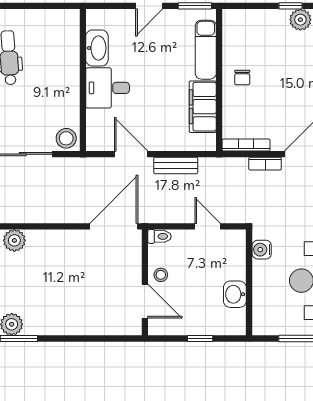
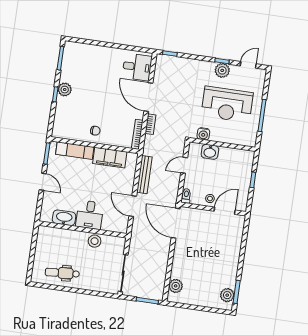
stool: (66, 138) -> (95, 241), moved
door: (131, 154) -> (133, 206), hinge flipped
bench: (176, 165) -> (144, 175), width x1.36
washbasin: (235, 294) -> (210, 152), moved

